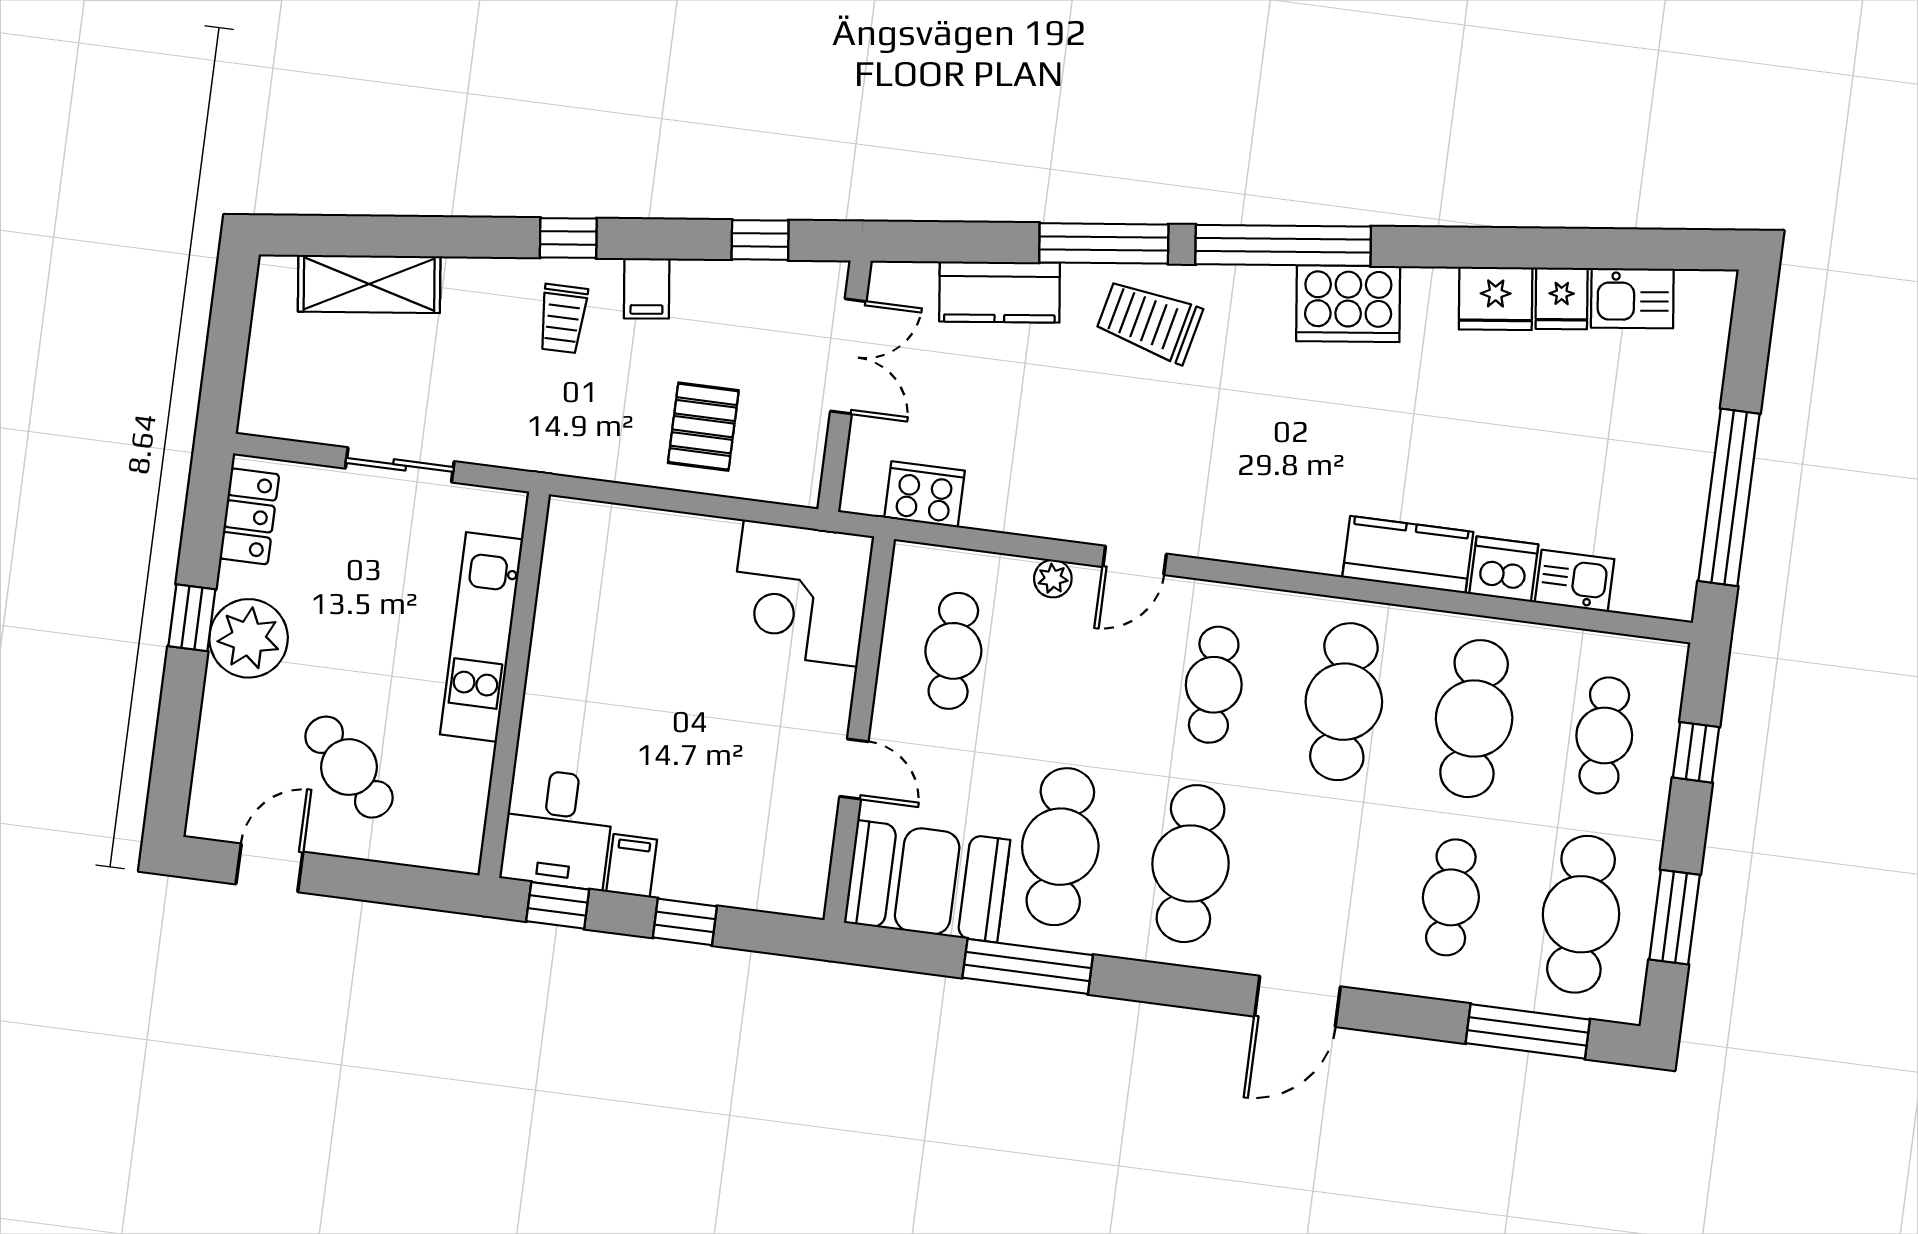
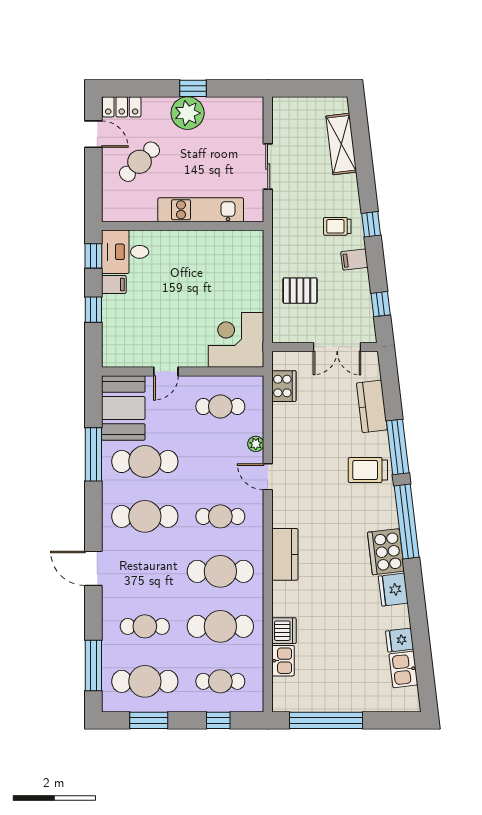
fridge: (1496, 298) -> (393, 590), moved
trolley: (1149, 321) -> (368, 470), turned -103
locker: (249, 516) -> (122, 107), moved
kitchen counter: (1408, 555) -> (285, 554), moved

